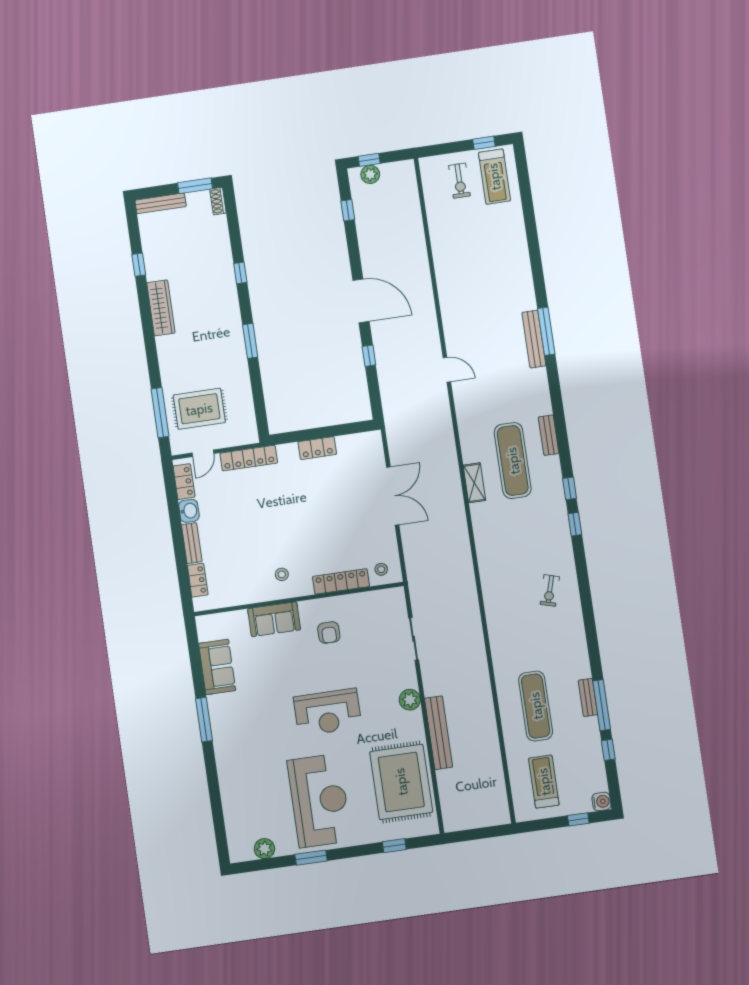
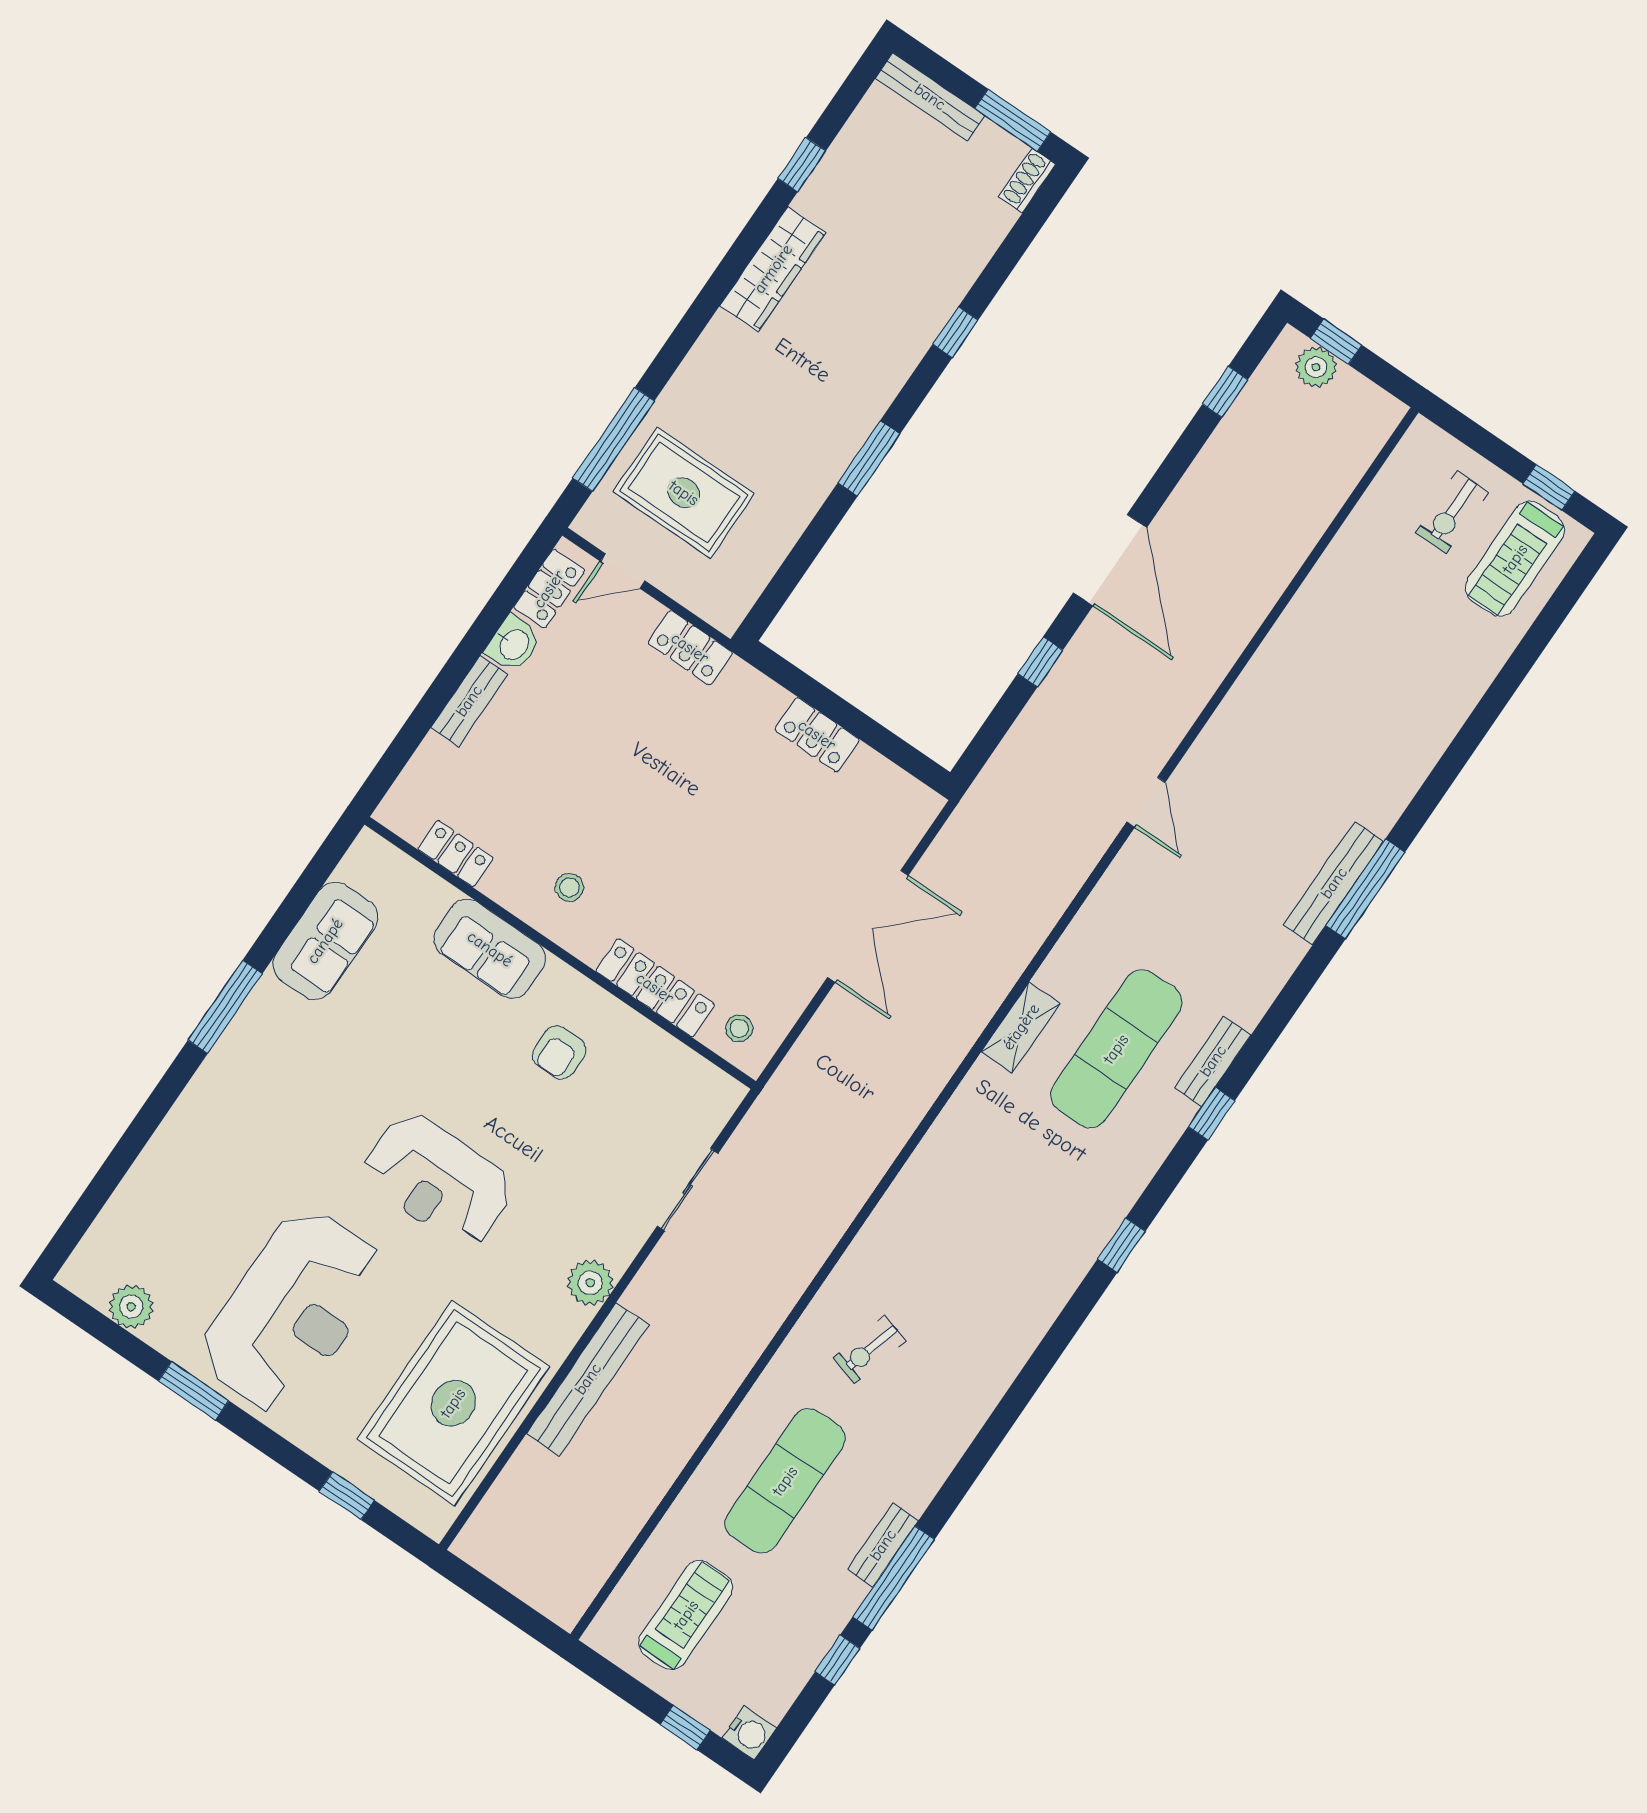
locker: (249, 458) -> (690, 648), width x0.66
window: (570, 488) -> (1212, 1114), moved
locker: (198, 580) -> (456, 853), moved, turned -90
exercise bike: (550, 591) -> (869, 1349), moved

